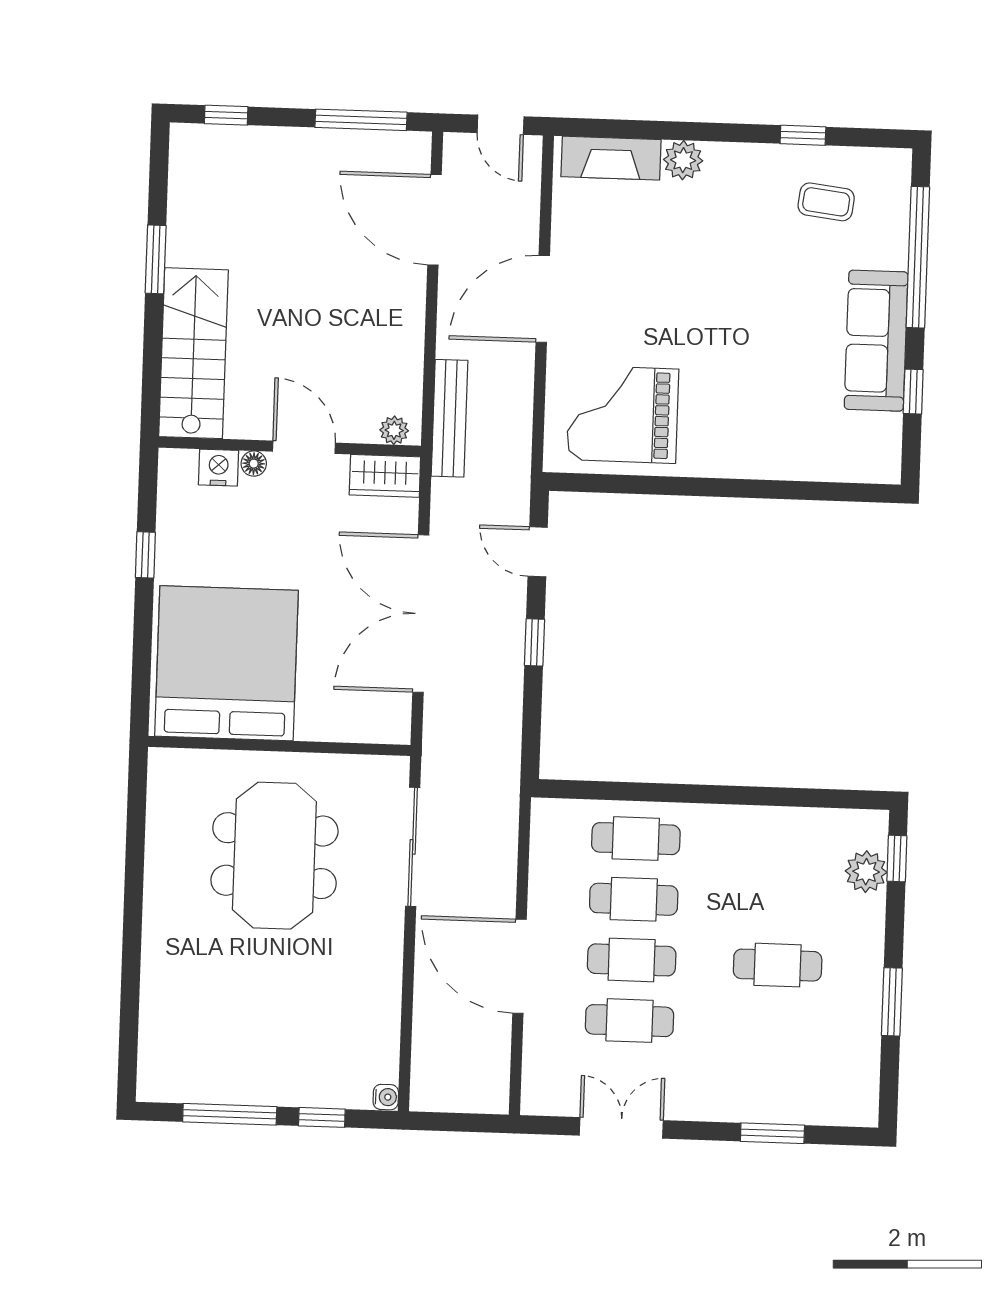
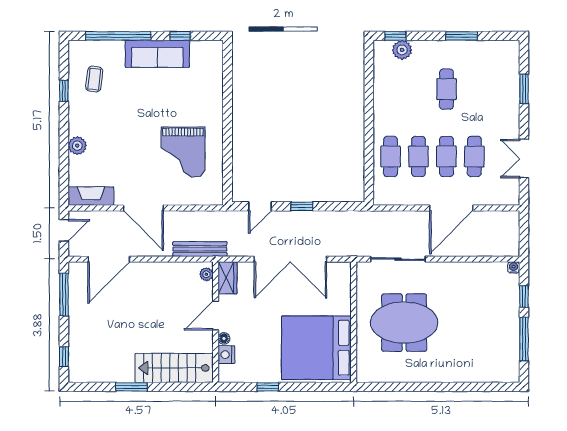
fireplace: (611, 158) -> (91, 196), moved, turned -90
grand piano: (623, 414) -> (183, 152), moved

